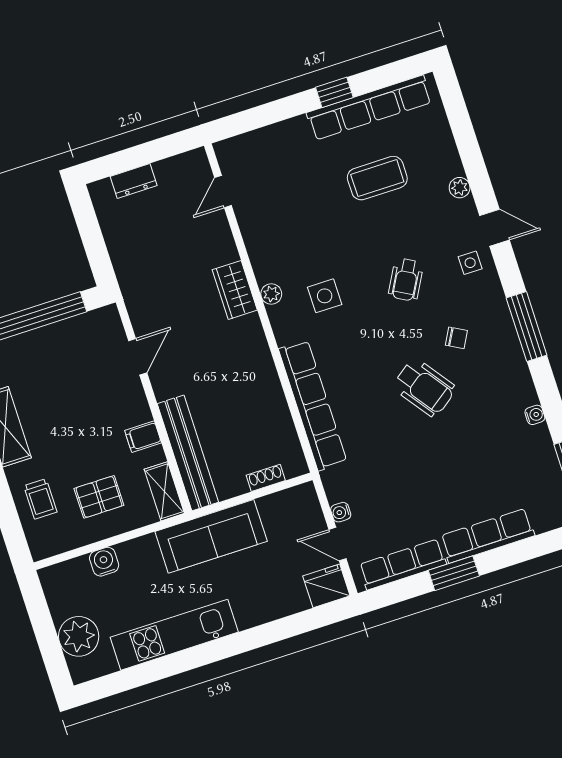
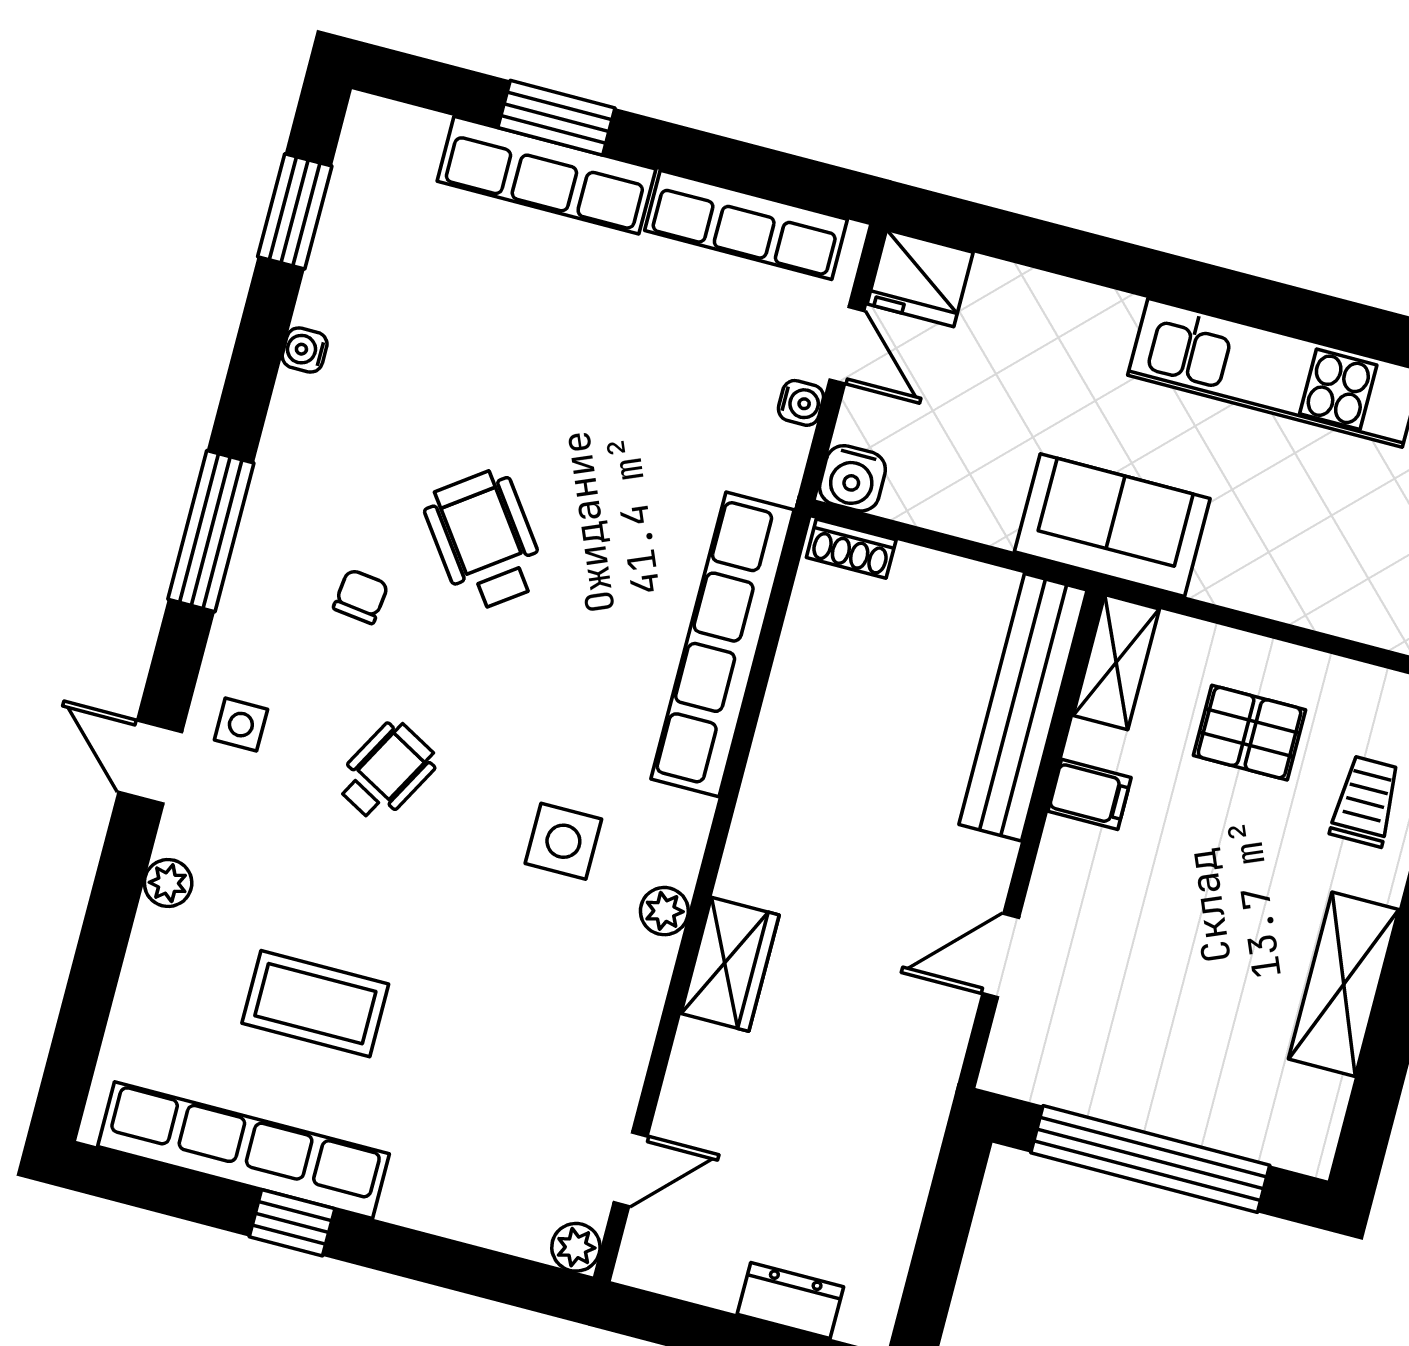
plant: (225, 150) -> (576, 1247), added
chair: (456, 338) -> (361, 596), turned 68
shoe rack: (266, 478) -> (851, 549), moved
sofa: (211, 536) -> (1112, 525), width x0.73
water cooler: (104, 562) -> (852, 478), moved
window: (454, 573) -> (556, 118), moved

